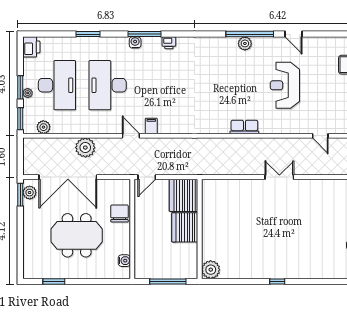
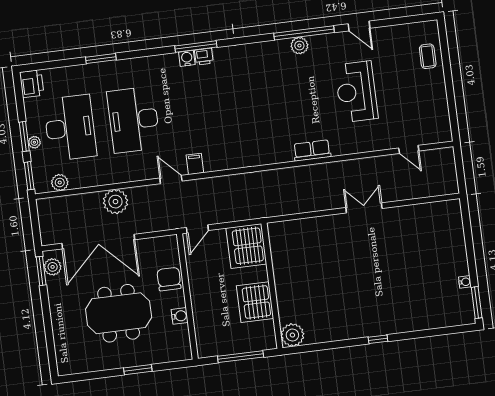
window: (144, 34) -> (196, 47), moved
water cooler: (135, 42) -> (187, 58), moved
server rack: (185, 227) -> (255, 302), moved
water cooler: (124, 261) -> (180, 316), moved
window: (54, 281) -> (138, 370), moved

